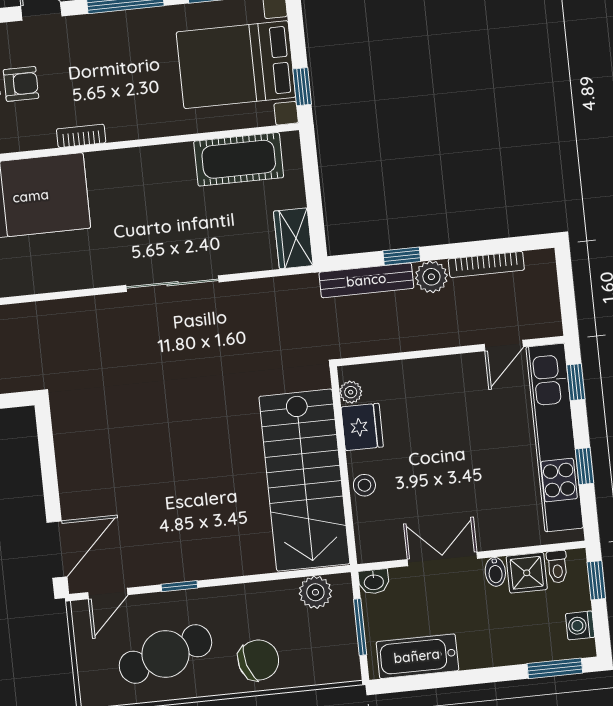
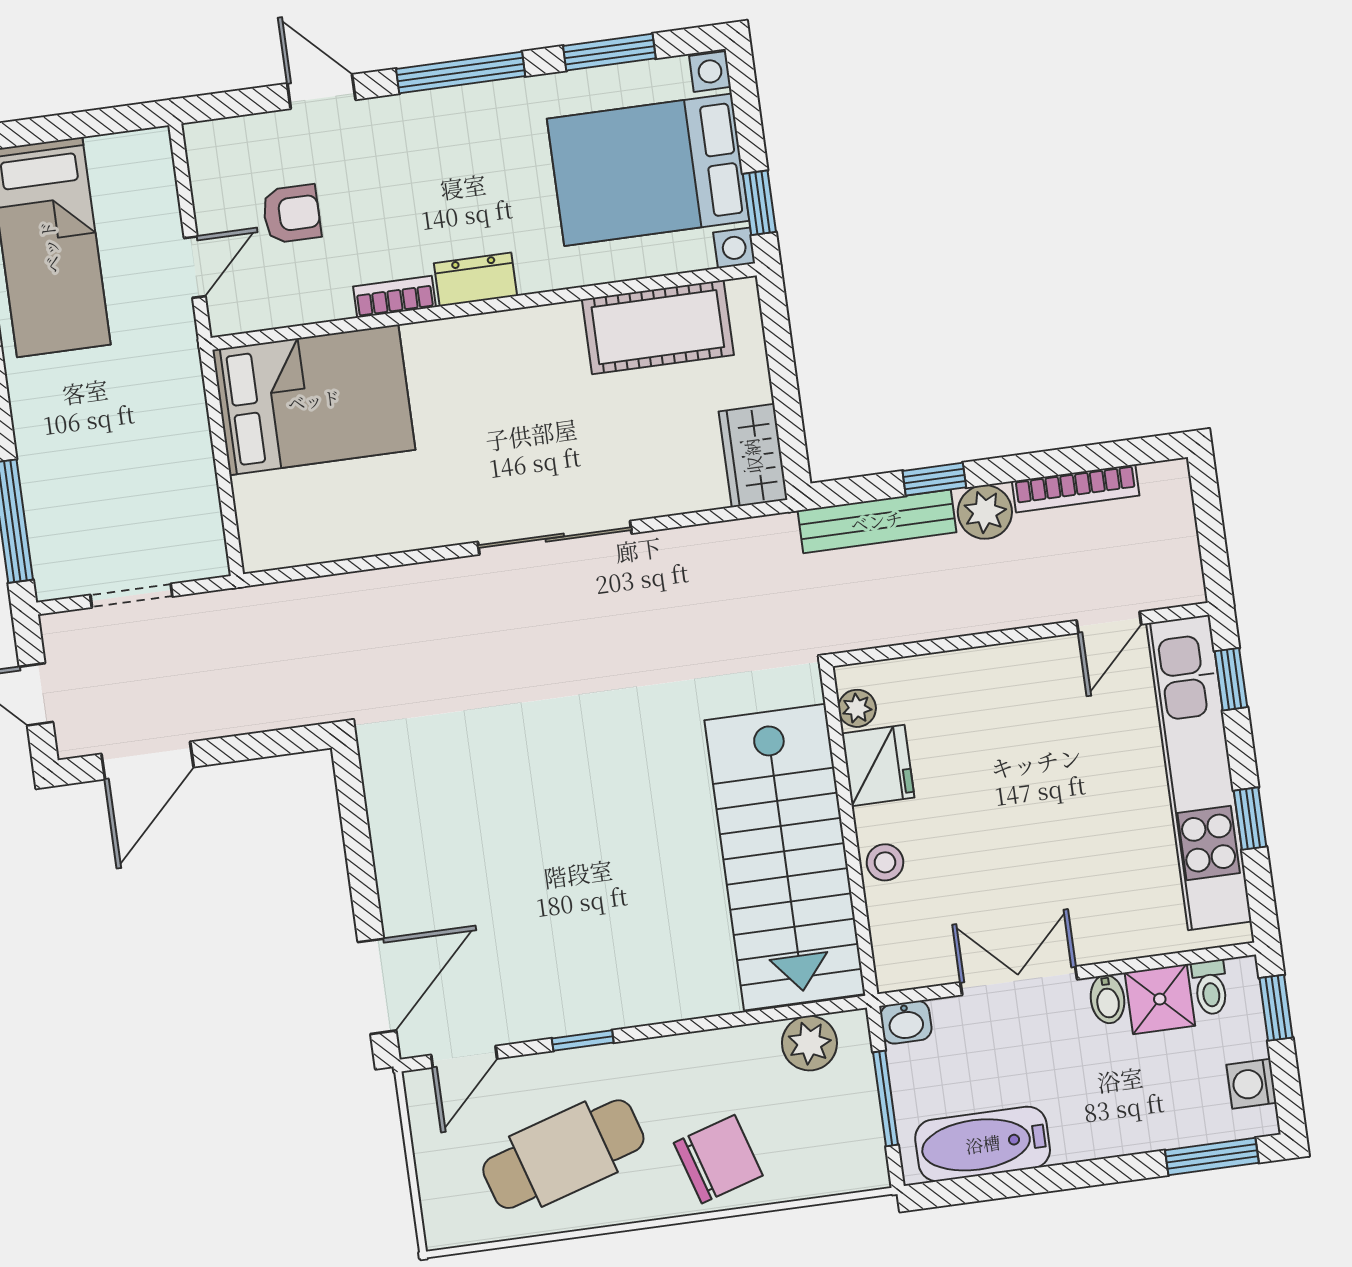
dresser: (130, 127) -> (476, 280), added

